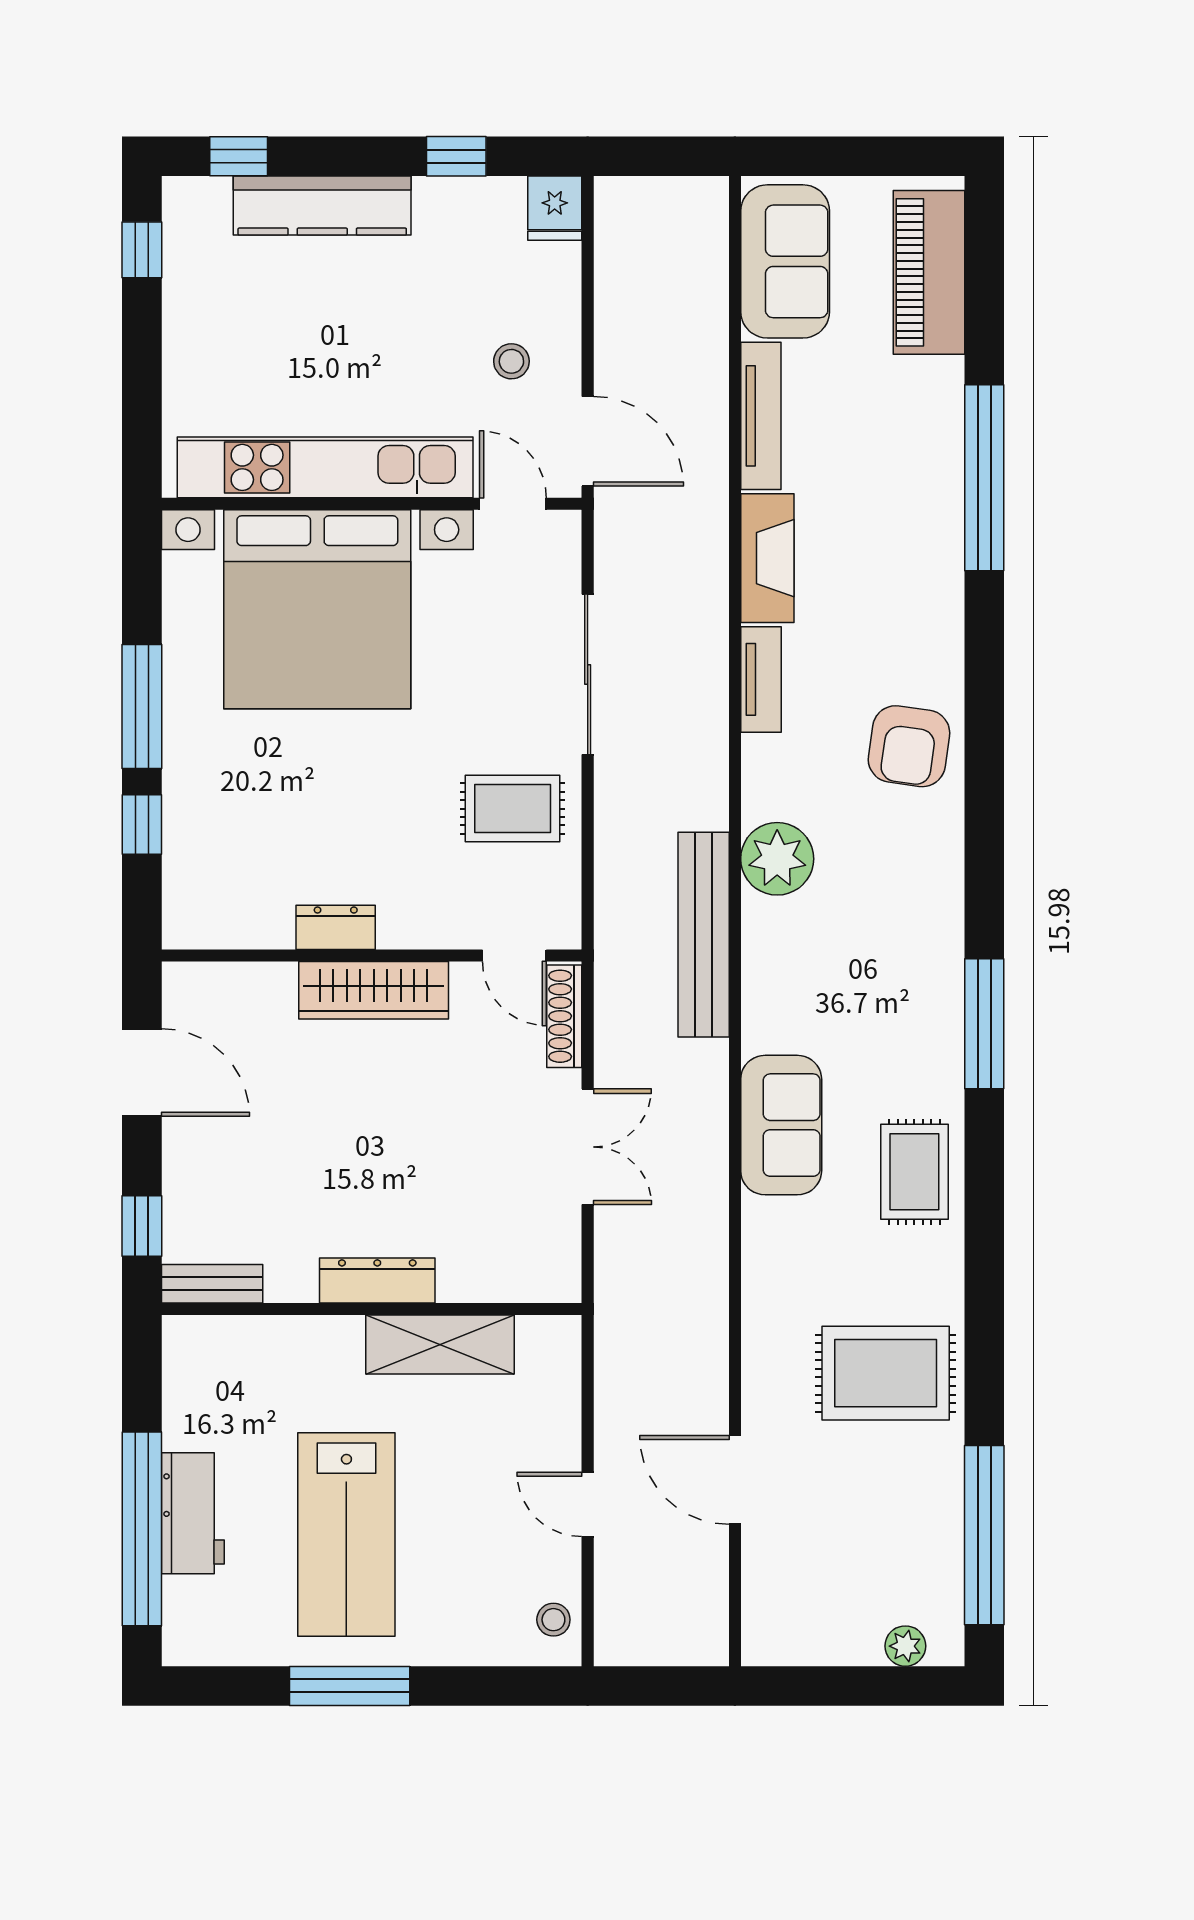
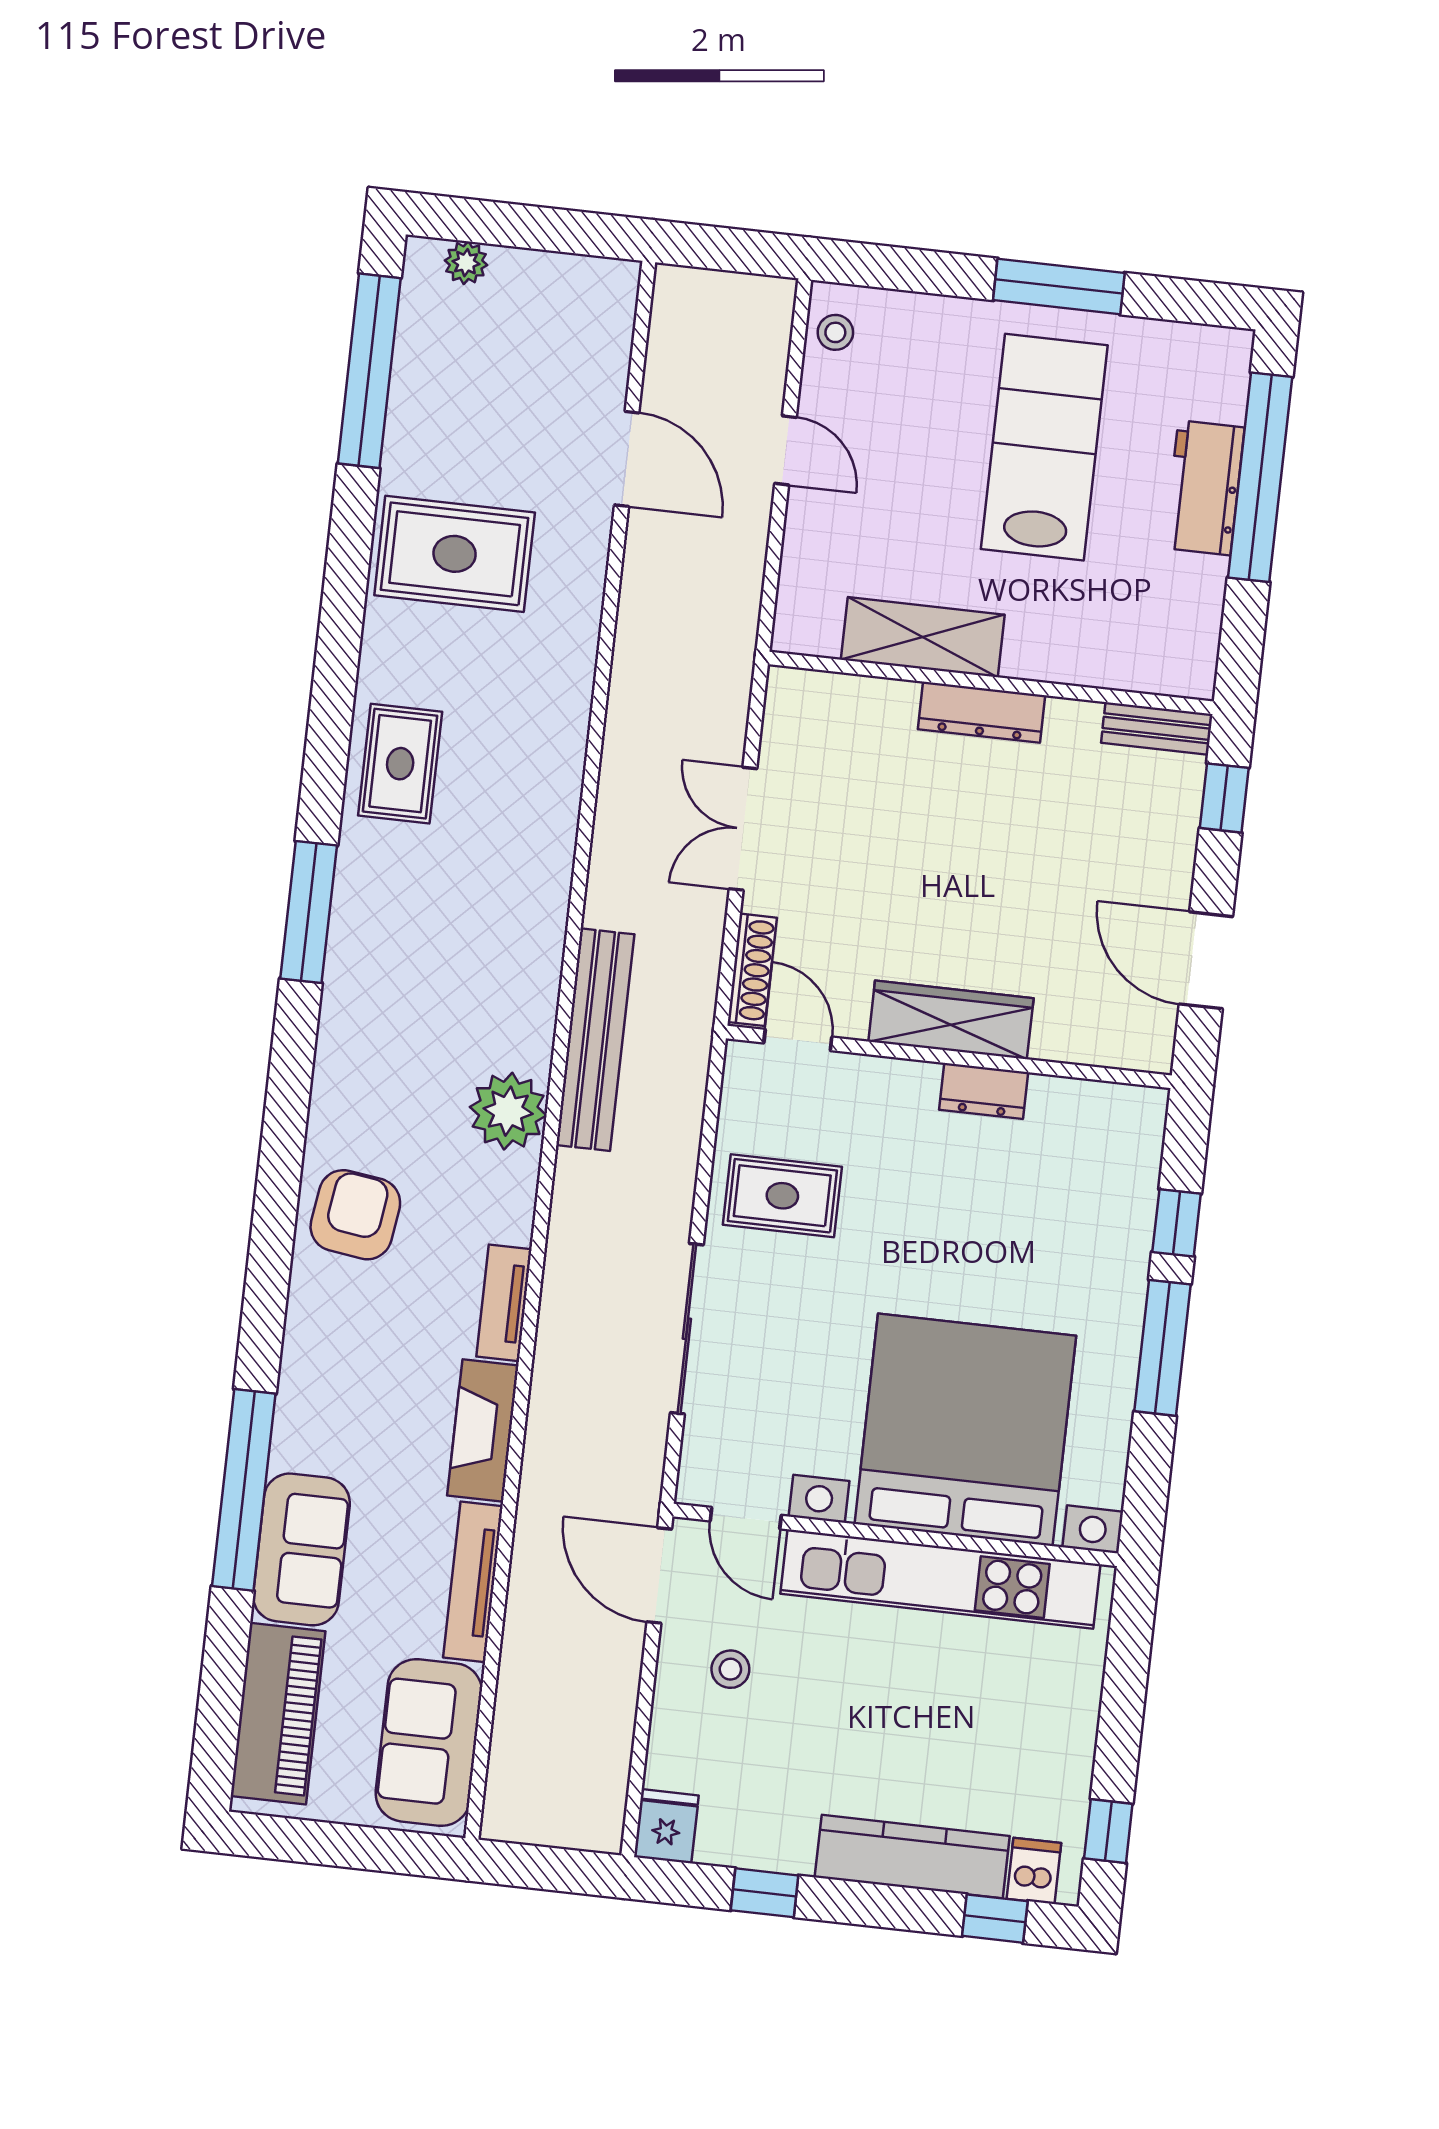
dishwasher: (207, 205) -> (1034, 1871), added
sofa: (781, 1125) -> (301, 1549), moved, turned 180

